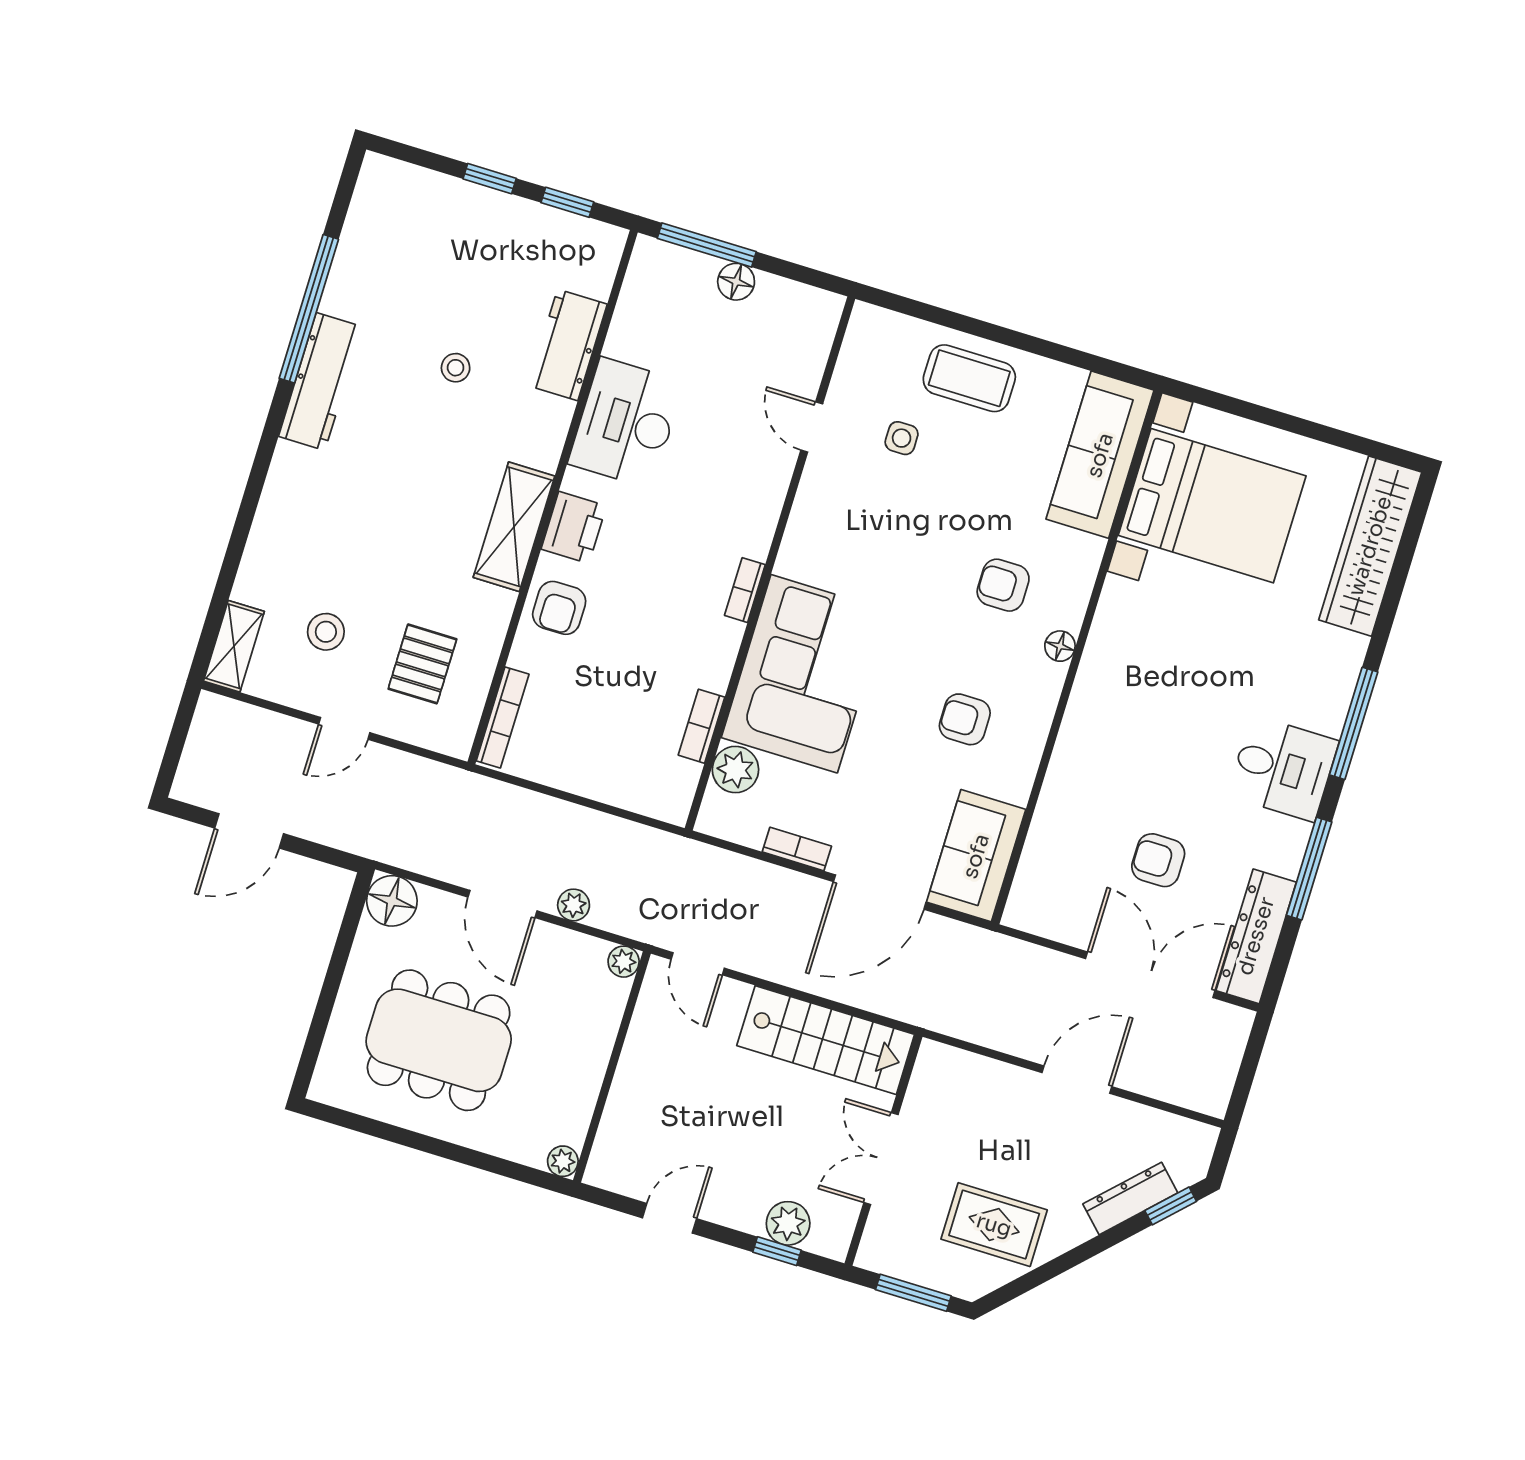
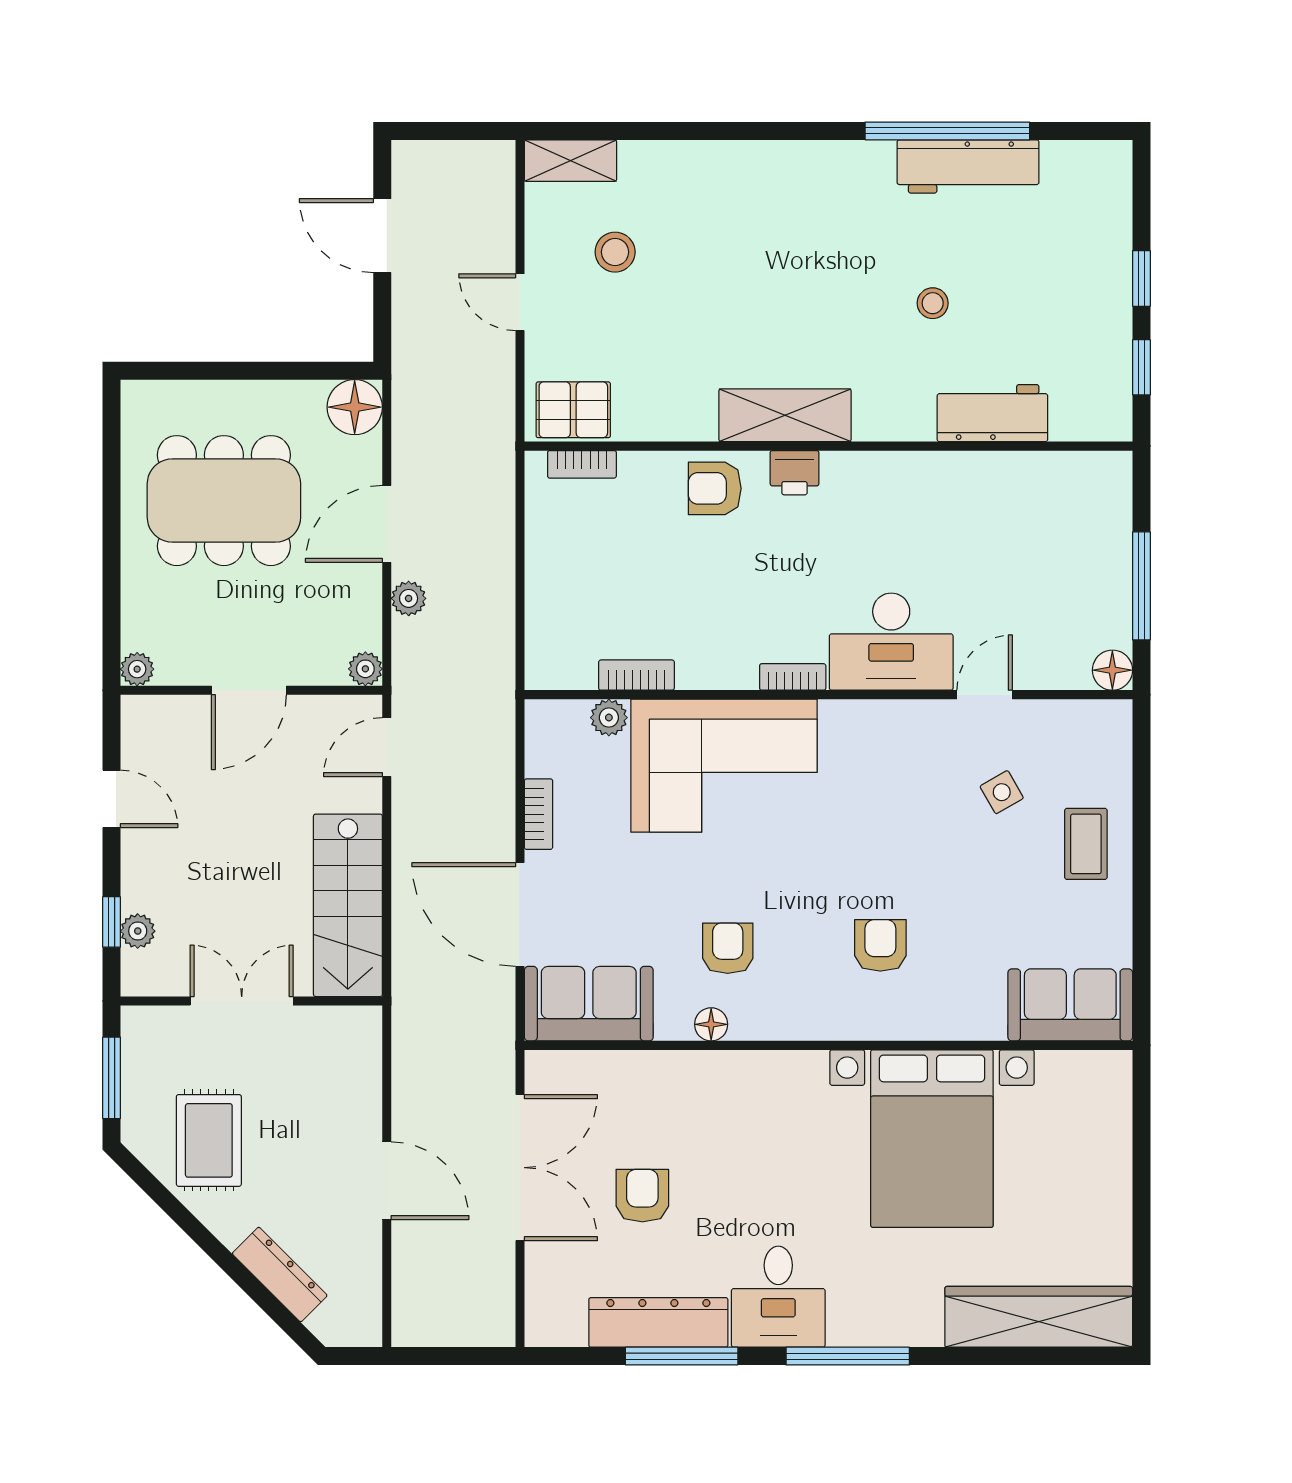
window: (707, 245) -> (1141, 586), moved
floor lamp: (736, 282) -> (1112, 670), moved
coffee table: (969, 378) -> (1086, 844), width x0.73, depth x0.77
workbench: (321, 382) -> (968, 166), moved
desk: (626, 423) -> (891, 642), moved, turned 180
side table: (902, 438) -> (1002, 792), turned -30
sofa: (1100, 455) -> (1070, 1005), width x0.73
bed with nightstands: (1212, 506) -> (932, 1139), moved
printer: (574, 528) -> (794, 473), width x0.73, depth x0.81
floor lamp: (1060, 646) -> (711, 1024), moved
pallet: (422, 664) -> (573, 410), moved
bookcase: (503, 718) -> (582, 464), width x0.64
plant: (735, 770) -> (609, 718), width x0.73, depth x0.73
dresser: (1256, 936) -> (658, 1322), moved
double door: (1150, 975) -> (520, 1168), moved
dining table: (439, 1040) -> (224, 501), turned 90
door: (611, 1069) -> (249, 690), added
window: (1171, 1206) -> (285, 1319), removed
plant: (788, 1223) -> (138, 931), width x0.73, depth x0.73

